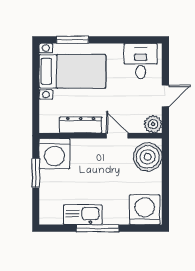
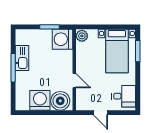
plant: (153, 124) -> (82, 36), moved
dresser: (81, 125) -> (81, 56), removed
door: (117, 136) -> (74, 81), hinge flipped
washing machine: (145, 210) -> (40, 100), moved, turned -90

